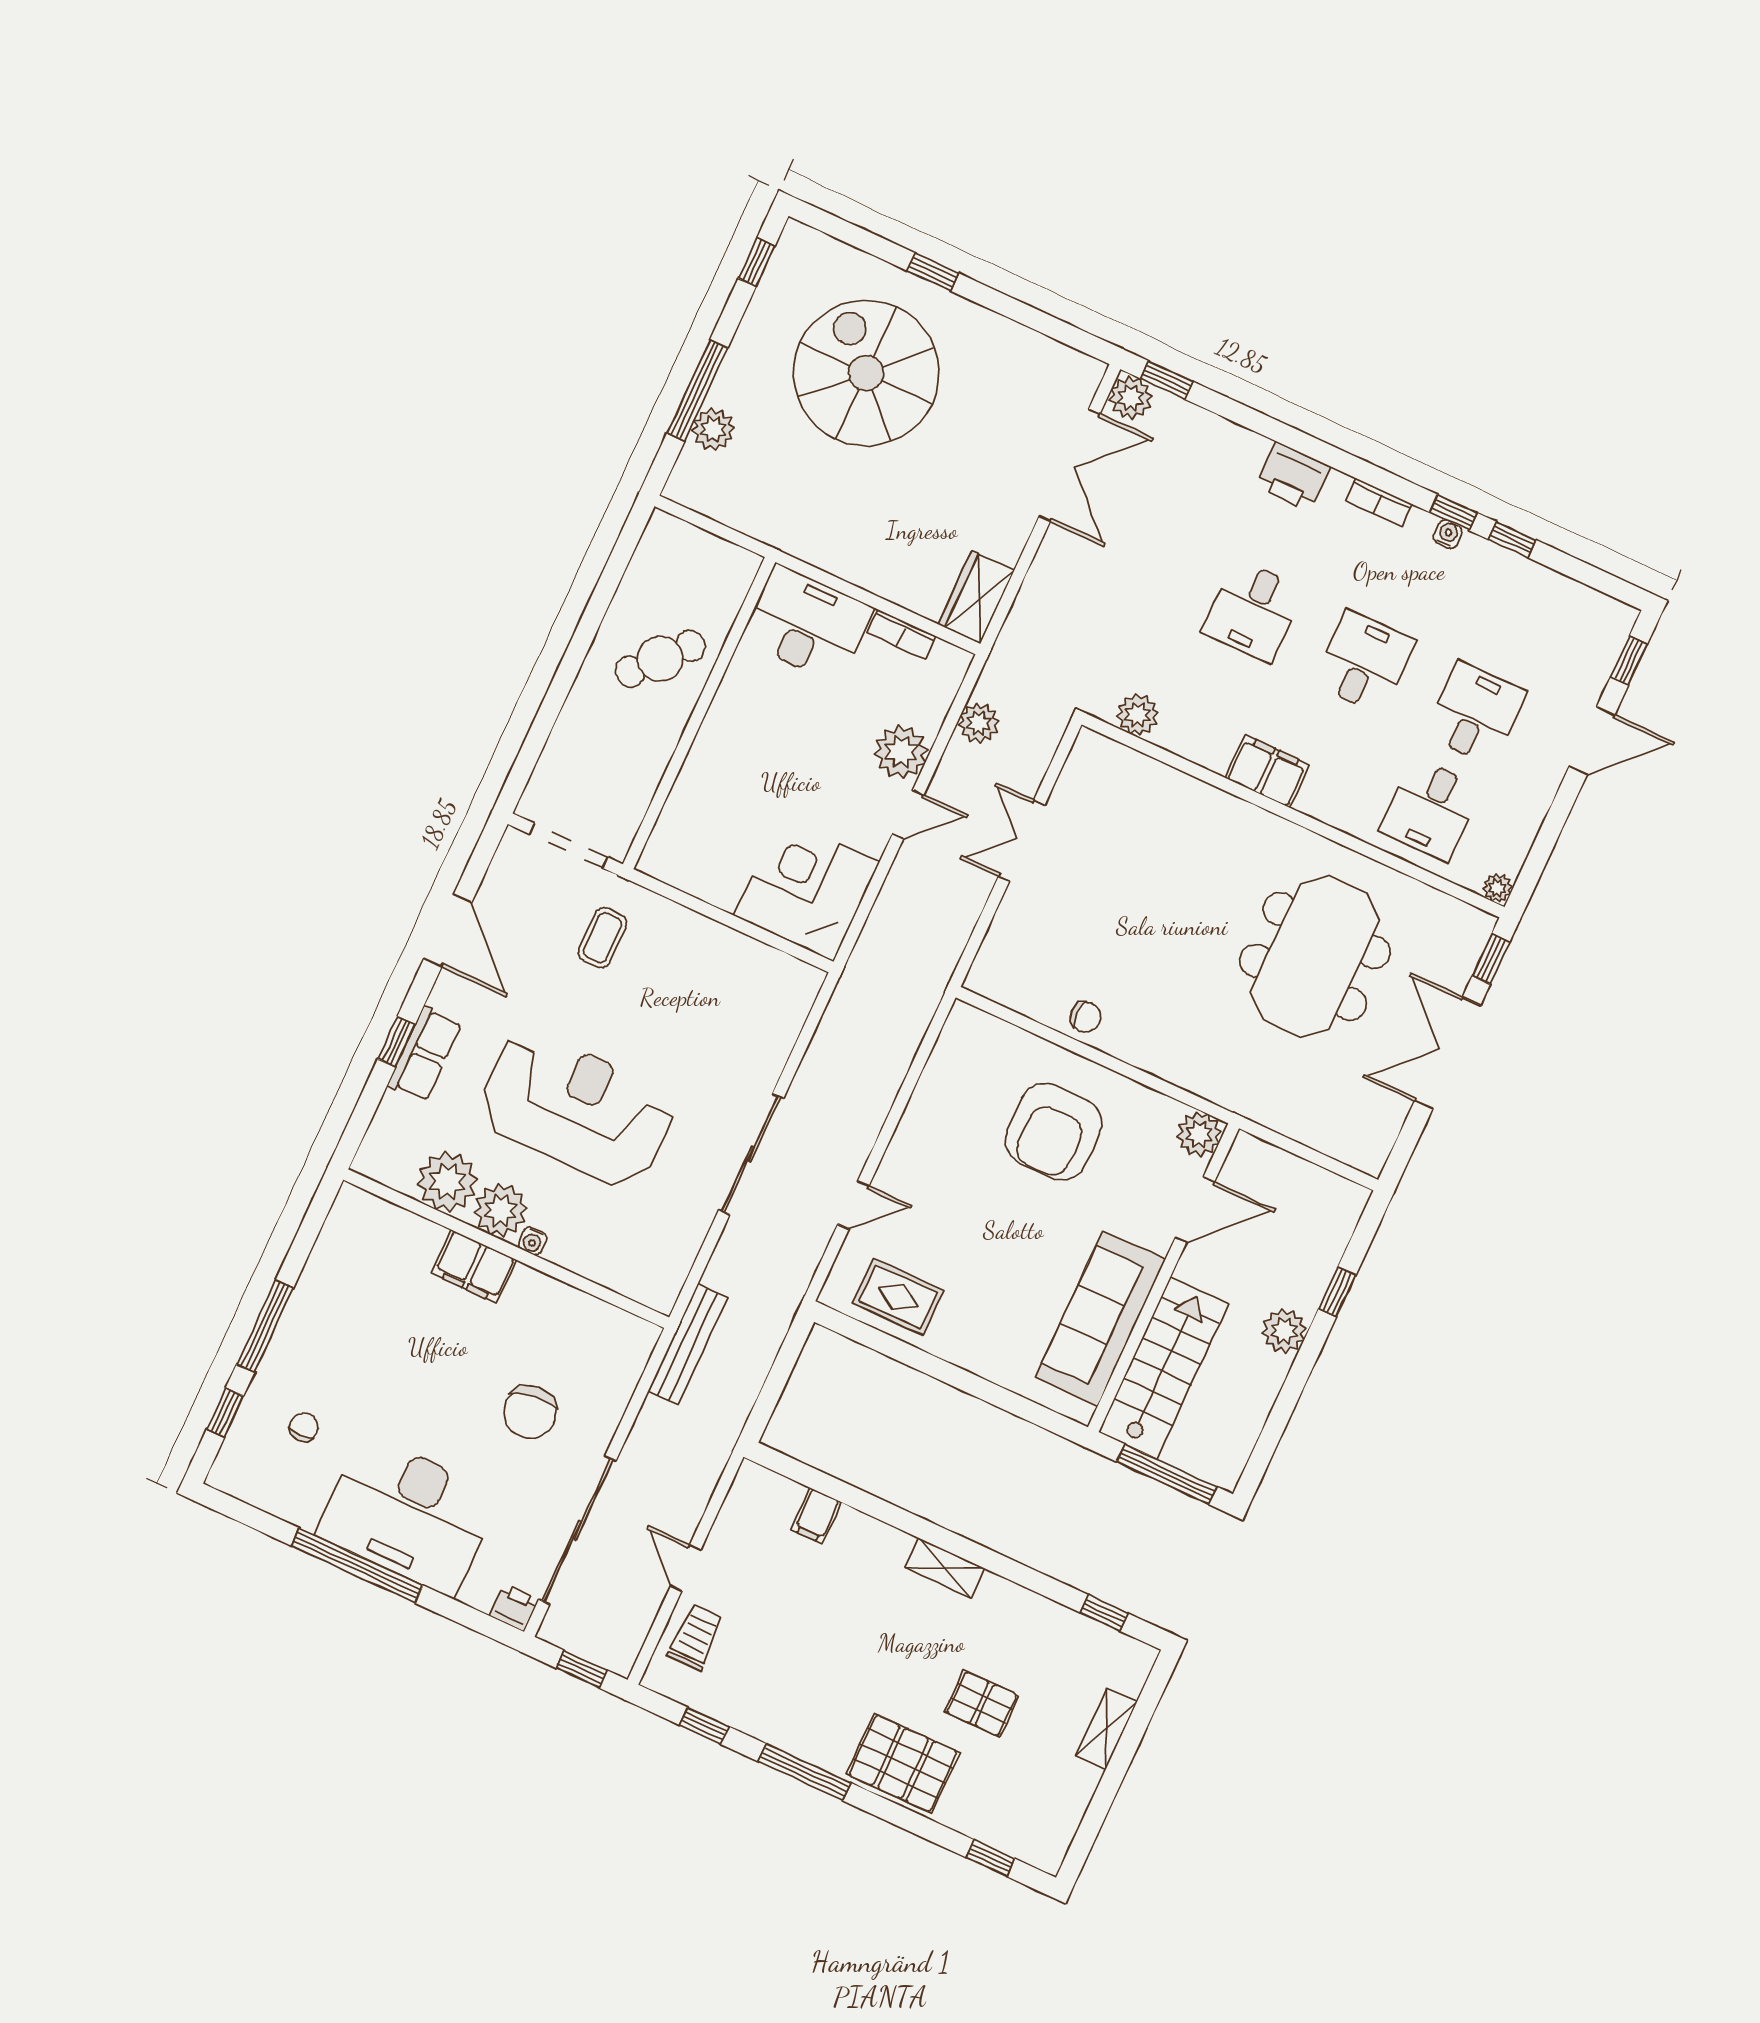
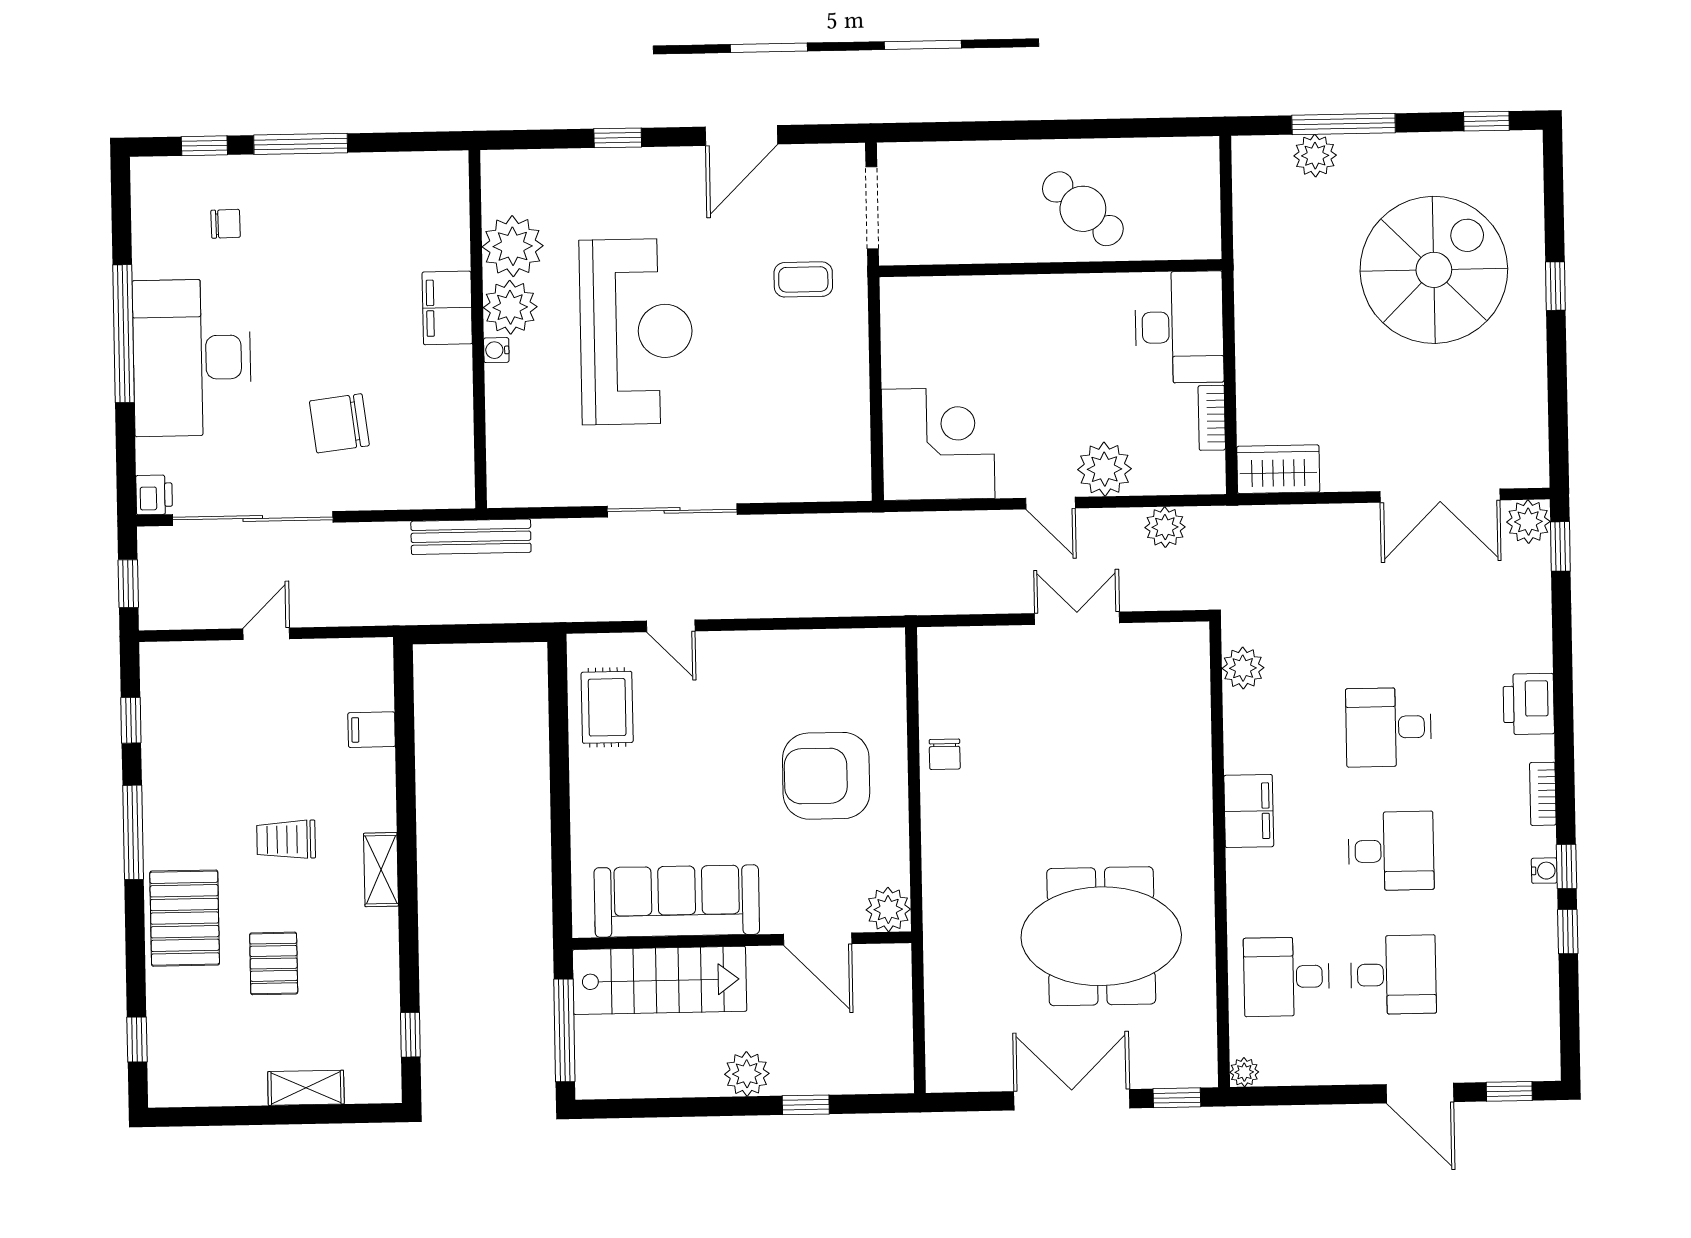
row of seats: (425, 1054) -> (619, 169), removed
trolley: (696, 1637) -> (286, 839), moved, turned 180

